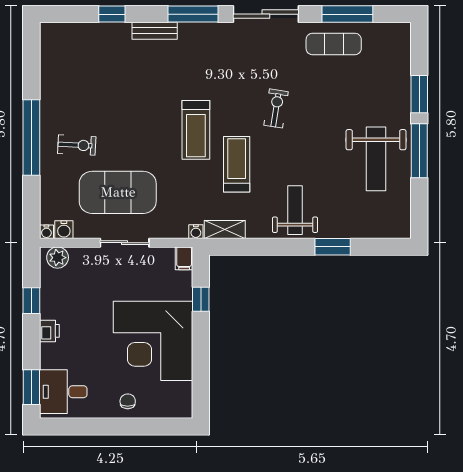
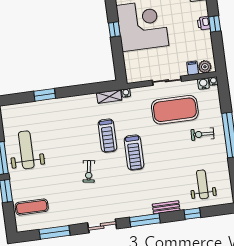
sliding door: (266, 14) -> (102, 226), width x0.73
exercise mat: (334, 44) -> (32, 207), moved
treadmill: (196, 130) -> (134, 153), turned 180
weight bench: (295, 210) -> (202, 184), moved, turned 180
filing cabinet: (184, 258) -> (193, 68), moved
window: (201, 299) -> (114, 29), moved
window: (31, 301) -> (215, 24), moved

